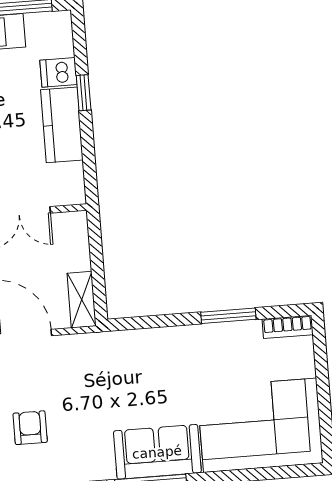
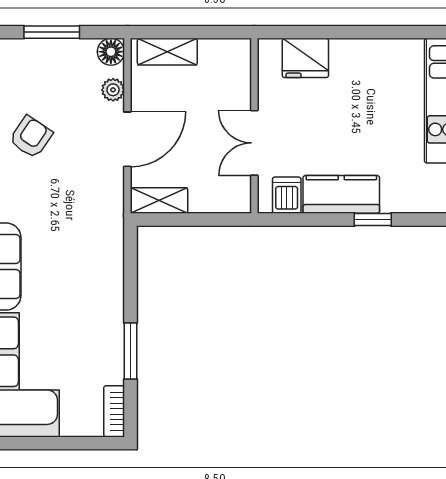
dishwasher: (58, 72) -> (287, 195), moved
armchair: (30, 428) -> (31, 137), turned -56

